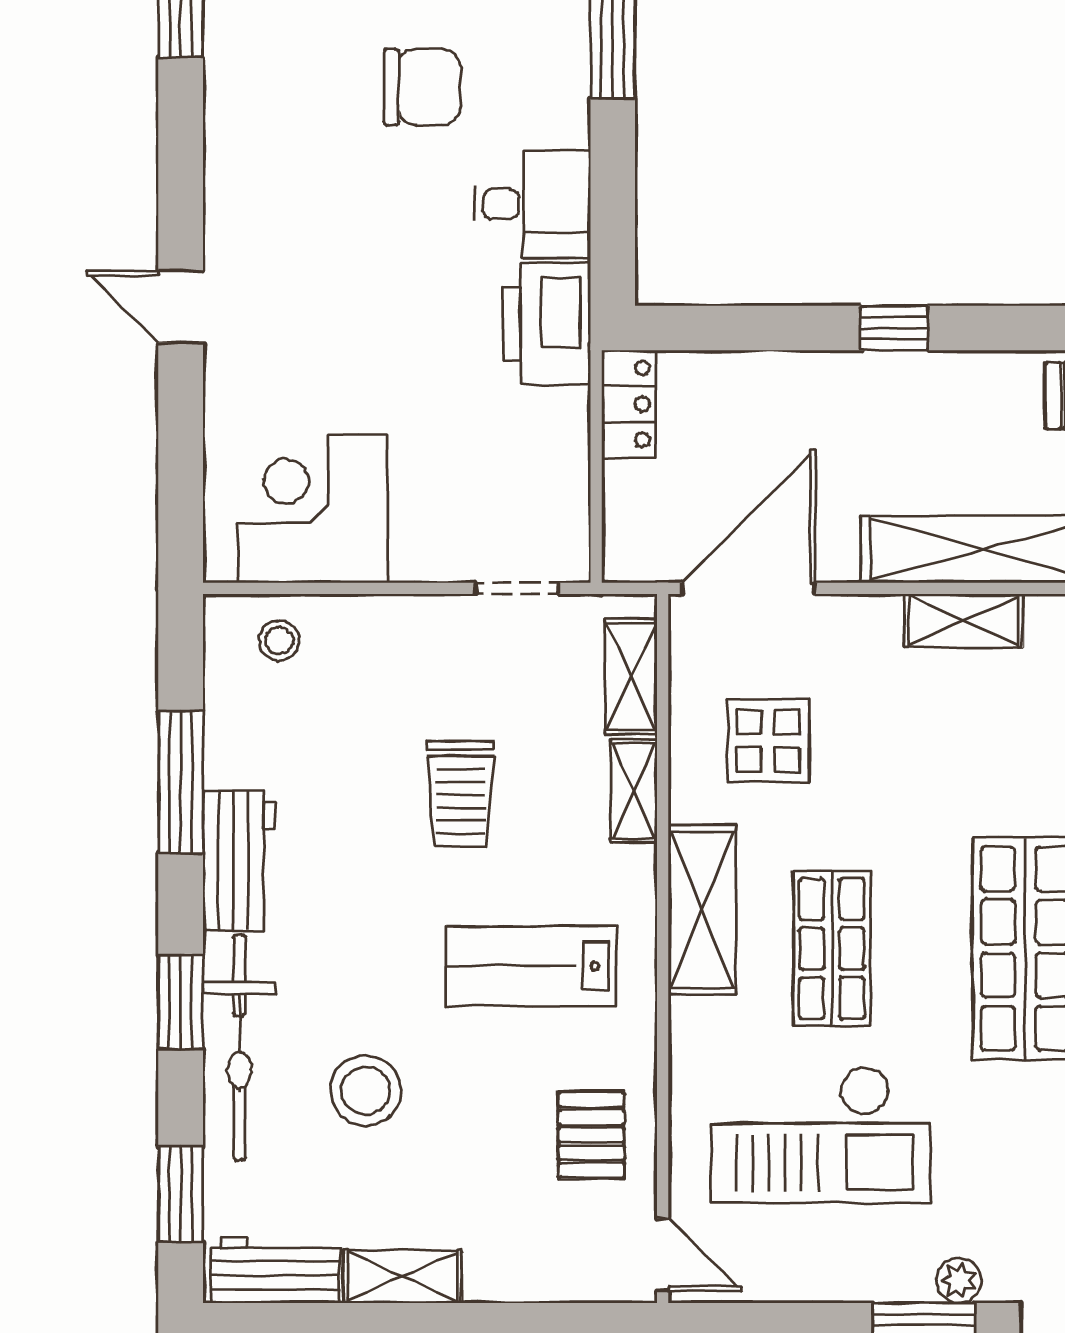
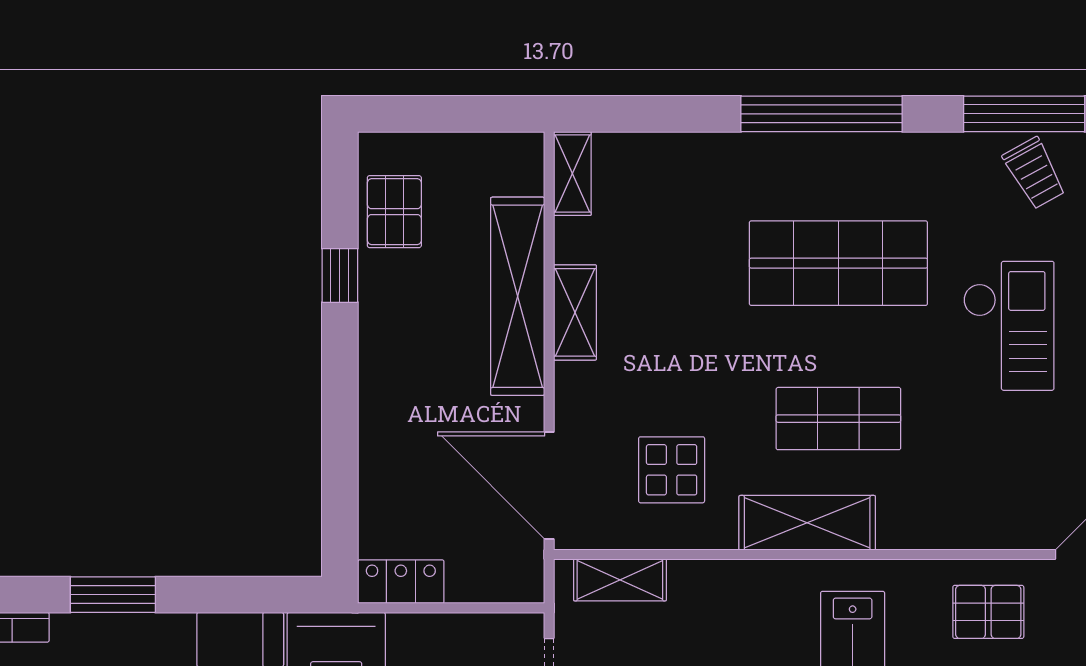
window: (894, 328) -> (340, 275), moved
shelving: (634, 791) -> (712, 578), removed
checkout: (821, 1135) -> (1009, 326), moved, width x0.73, depth x0.83

